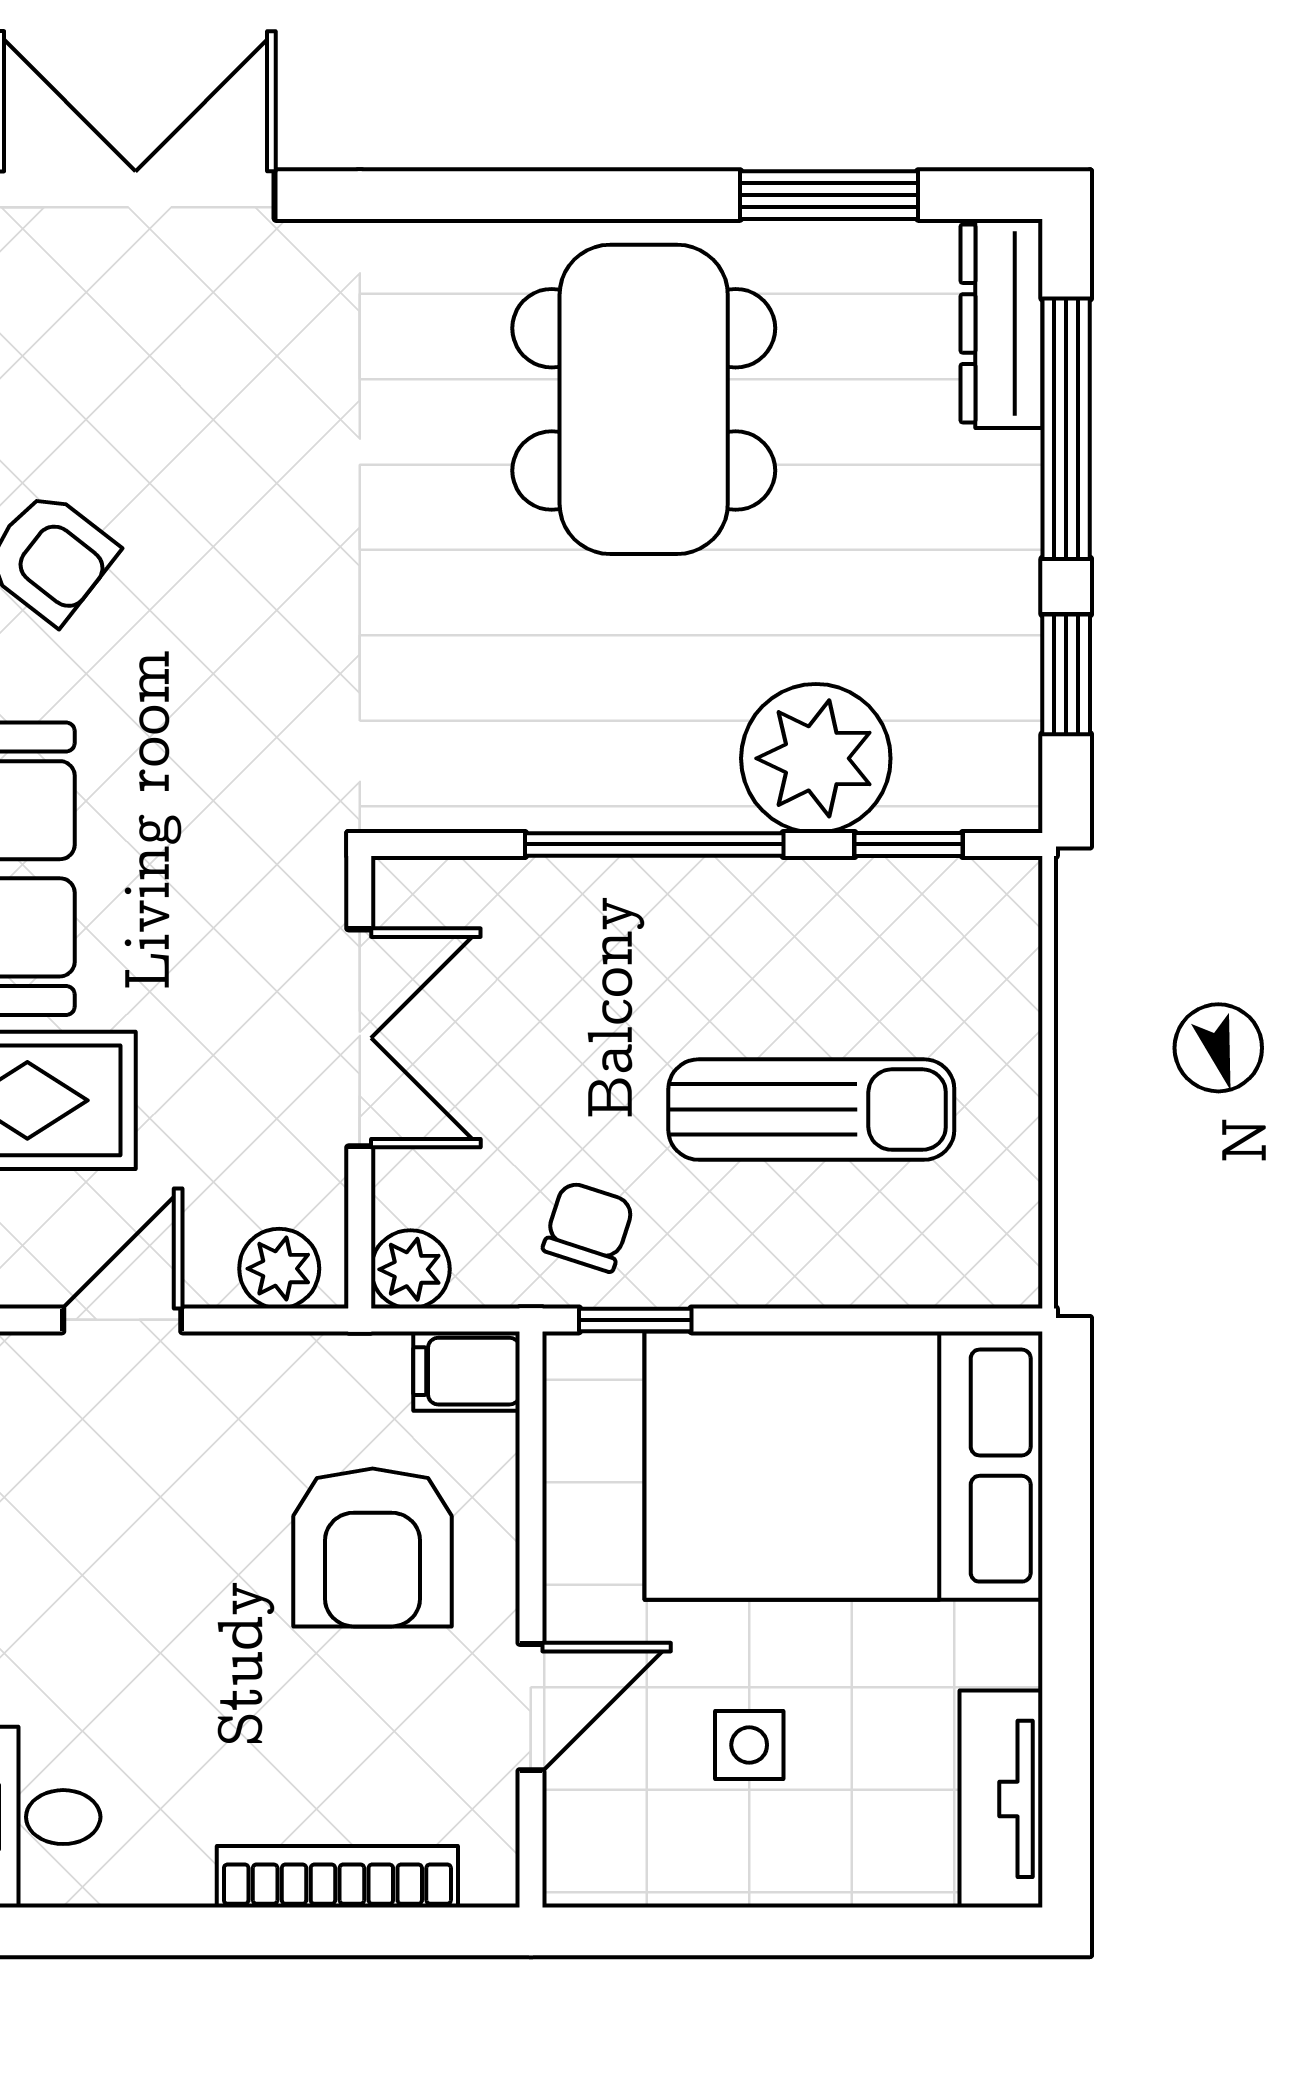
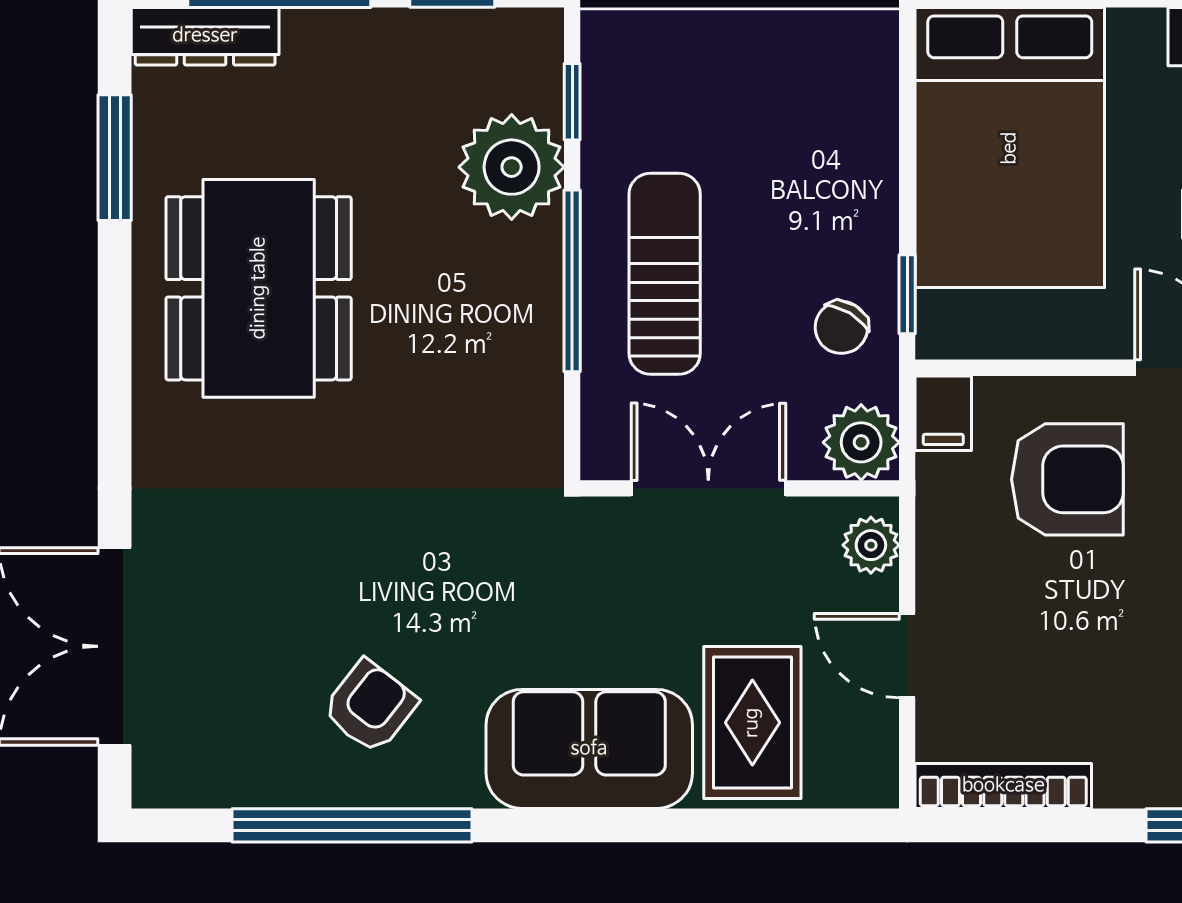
dining table: (644, 399) -> (259, 288), turned 90
sun lounger: (811, 1110) -> (665, 274), moved
chair: (588, 1227) -> (841, 327), turned -77
plant: (410, 1269) -> (861, 442), width x1.38, depth x1.38

